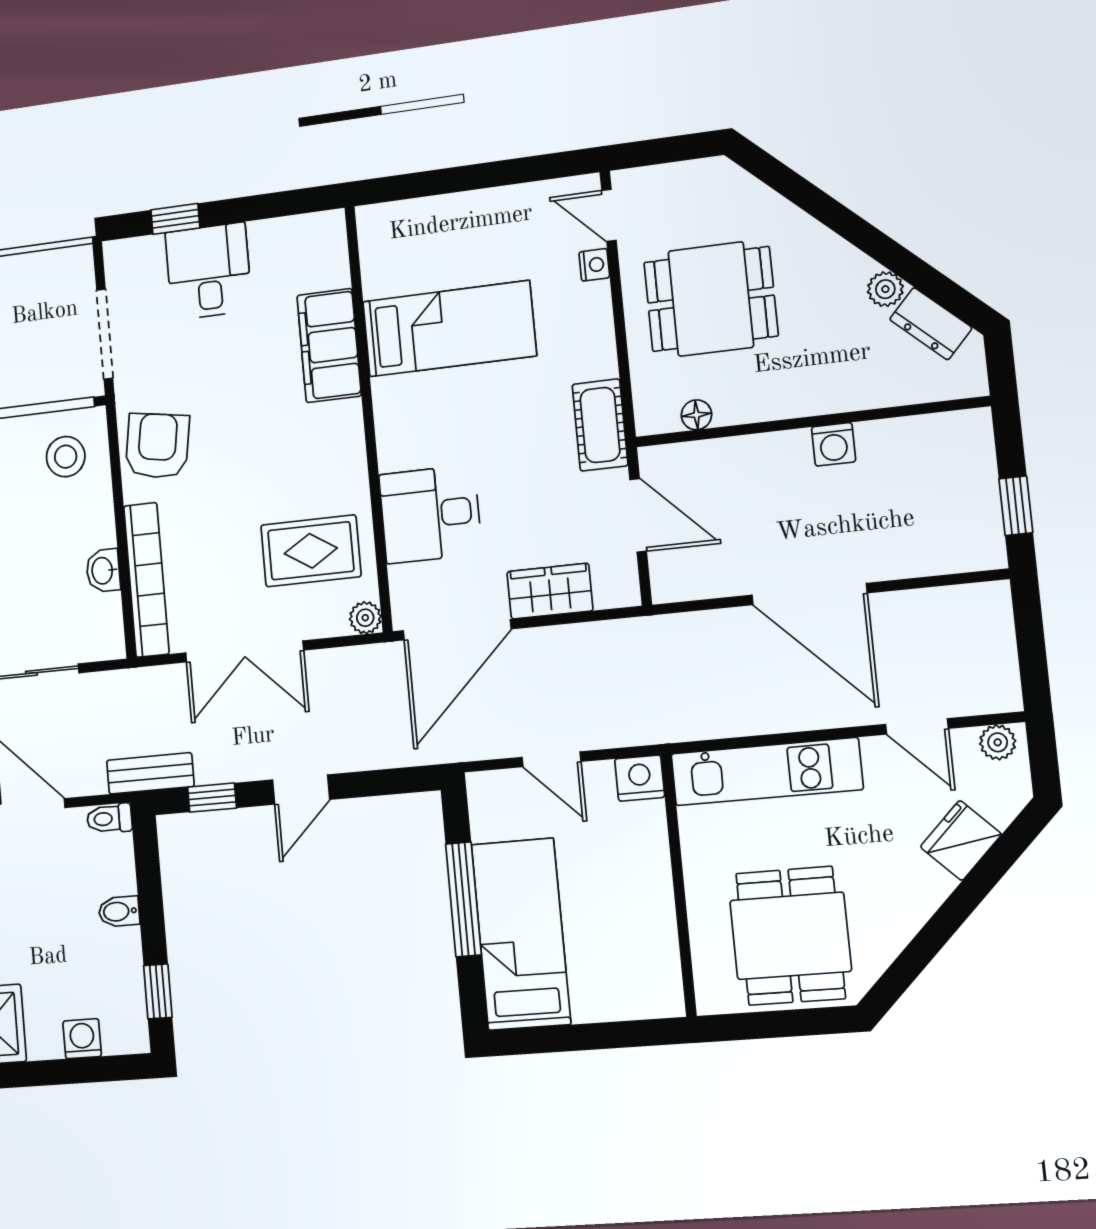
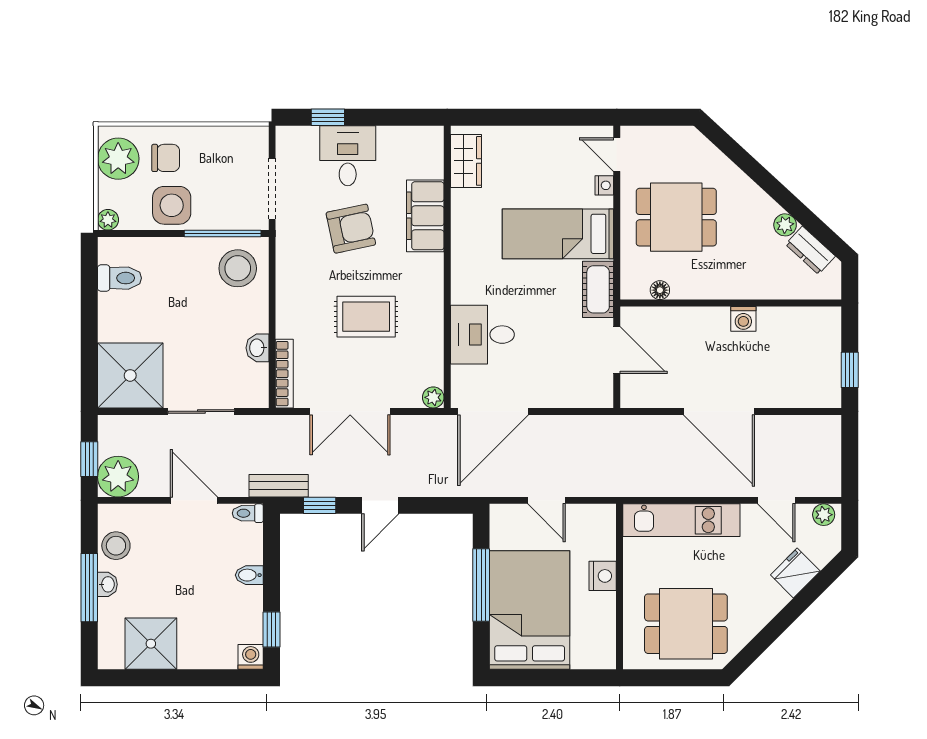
bed: (449, 329) -> (558, 234), moved, turned 180
armchair: (157, 446) -> (351, 229), moved, turned 69
stool: (66, 457) -> (238, 268), width x1.38, depth x1.38
rug: (311, 551) -> (366, 317), moved
bookcase: (146, 580) -> (284, 374), width x0.68, depth x0.76
wardrobe: (550, 591) -> (466, 161), moved, turned 90
nightstand: (640, 778) -> (603, 576), moved, turned 90
bed: (521, 934) -> (530, 610), width x1.50
dining table: (790, 936) -> (686, 624), turned 90
washing machine: (82, 1039) -> (251, 657), moved

